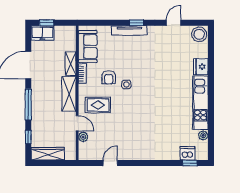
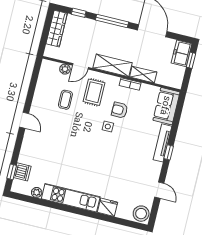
sofa: (88, 47) -> (166, 106), moved, turned 90
coffee table: (111, 130) -> (65, 100), added
door: (110, 163) -> (24, 120), moved

